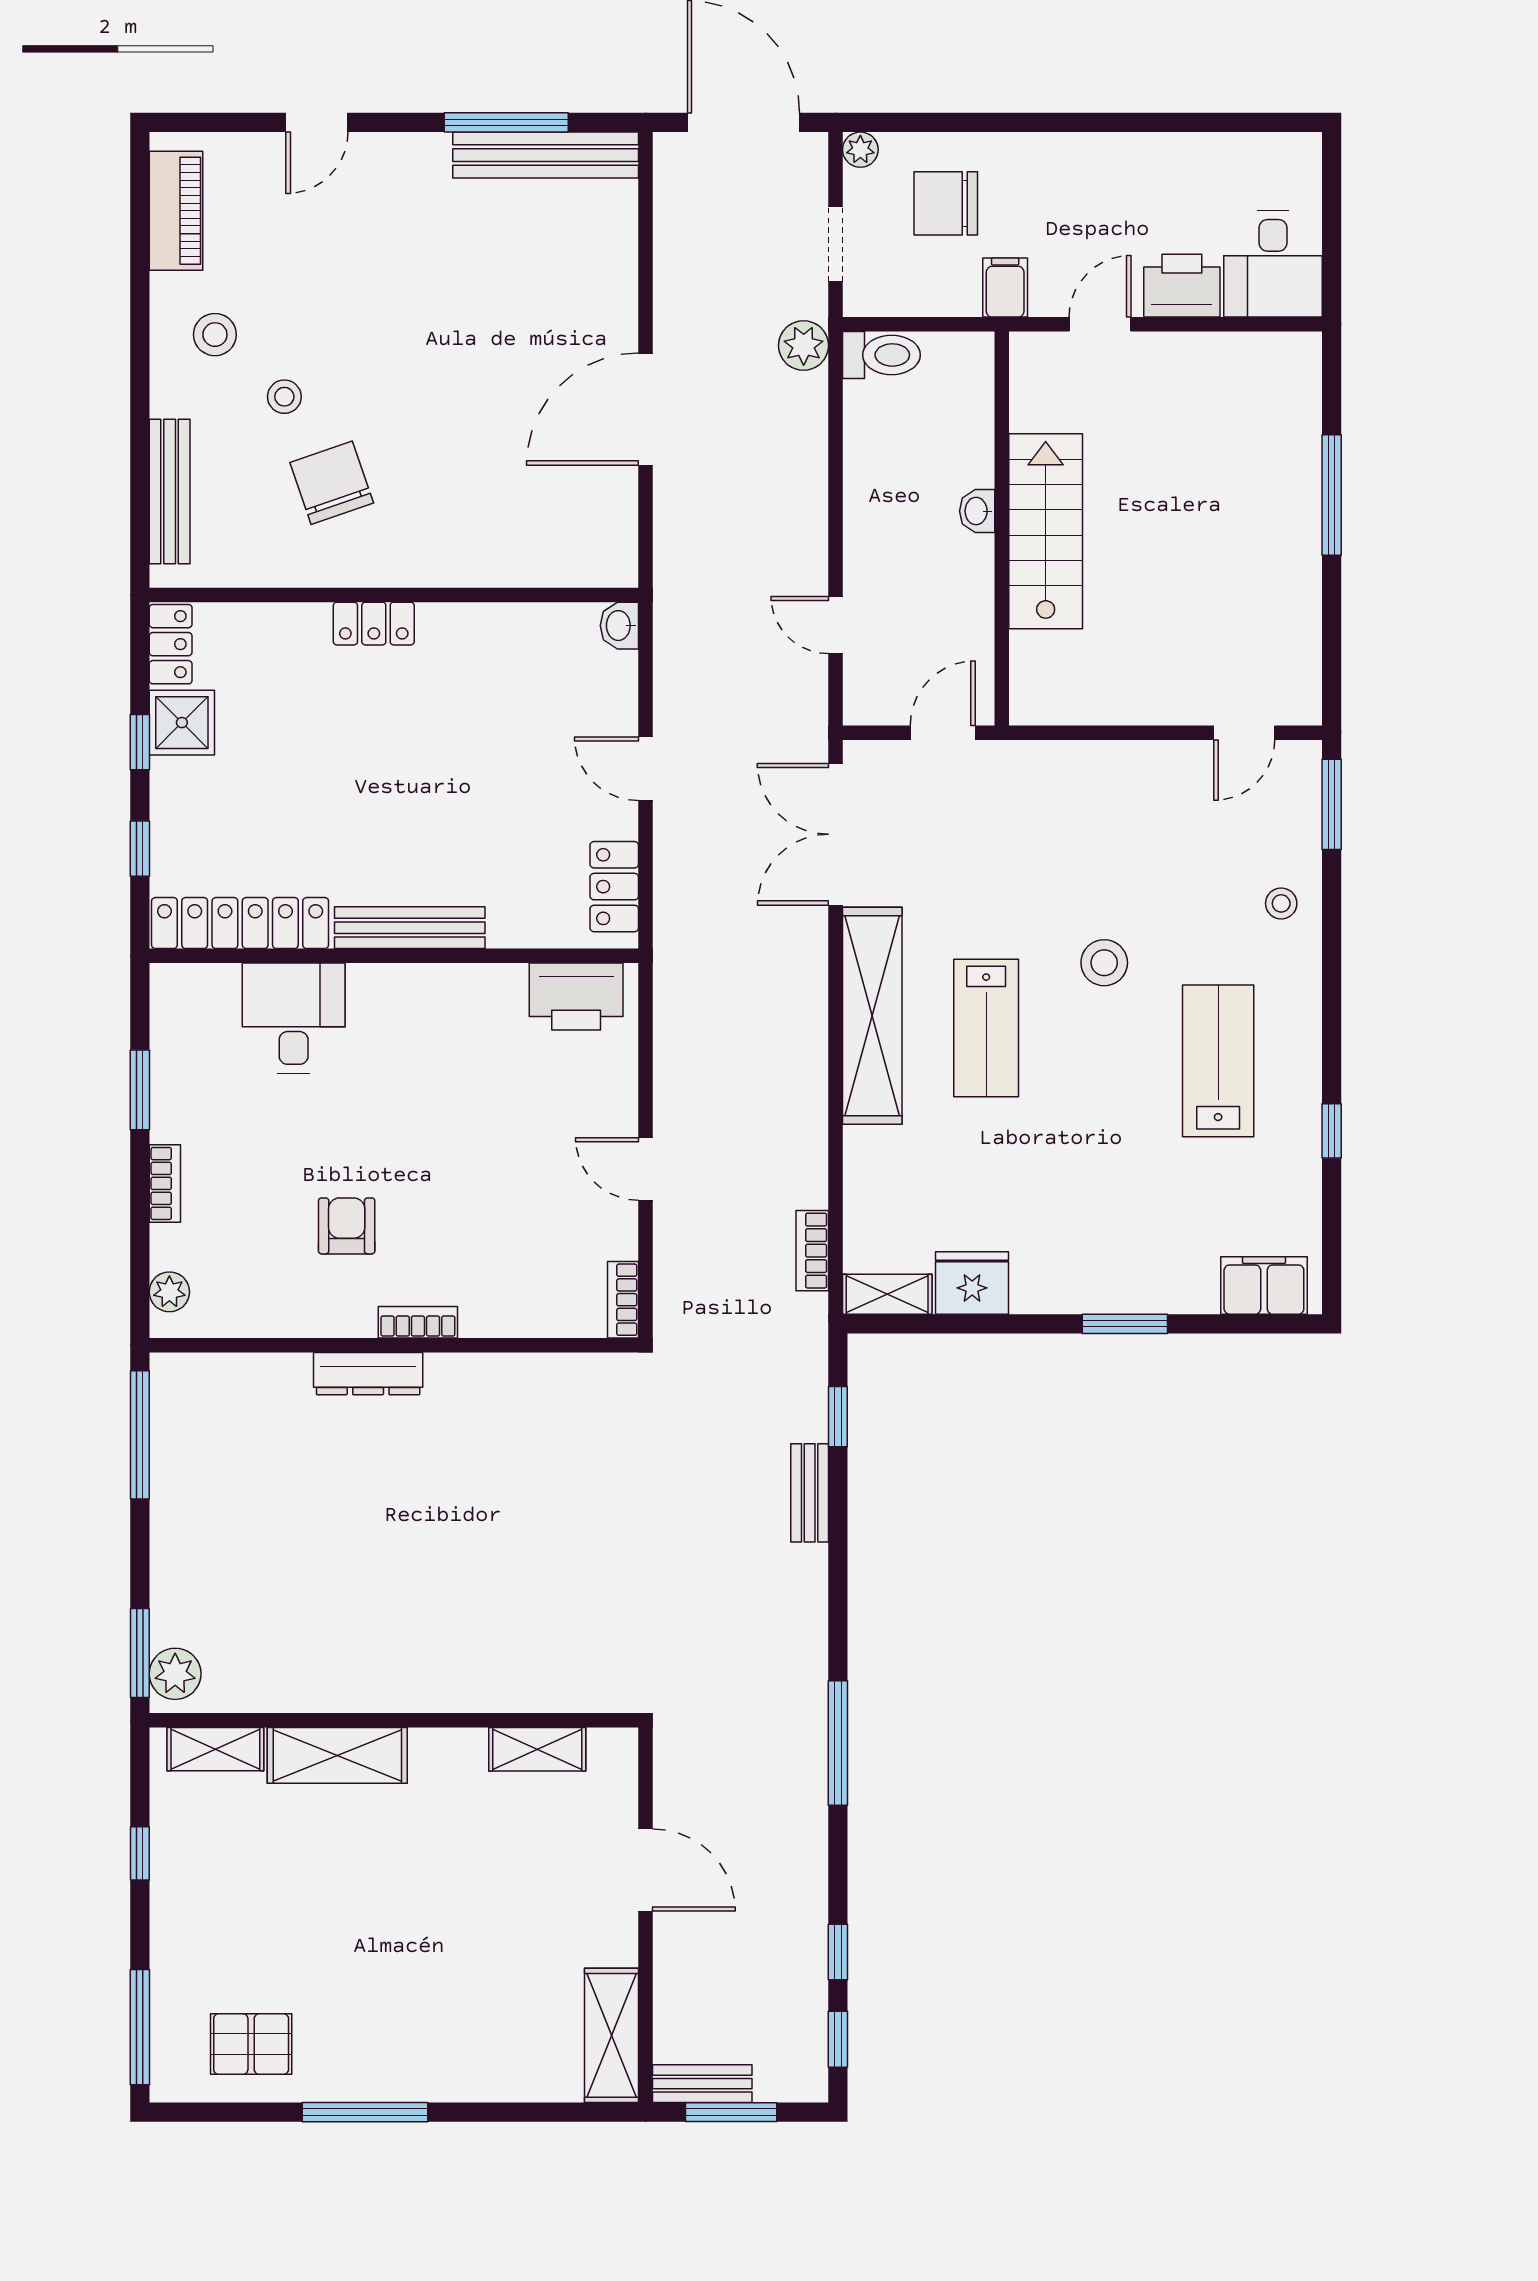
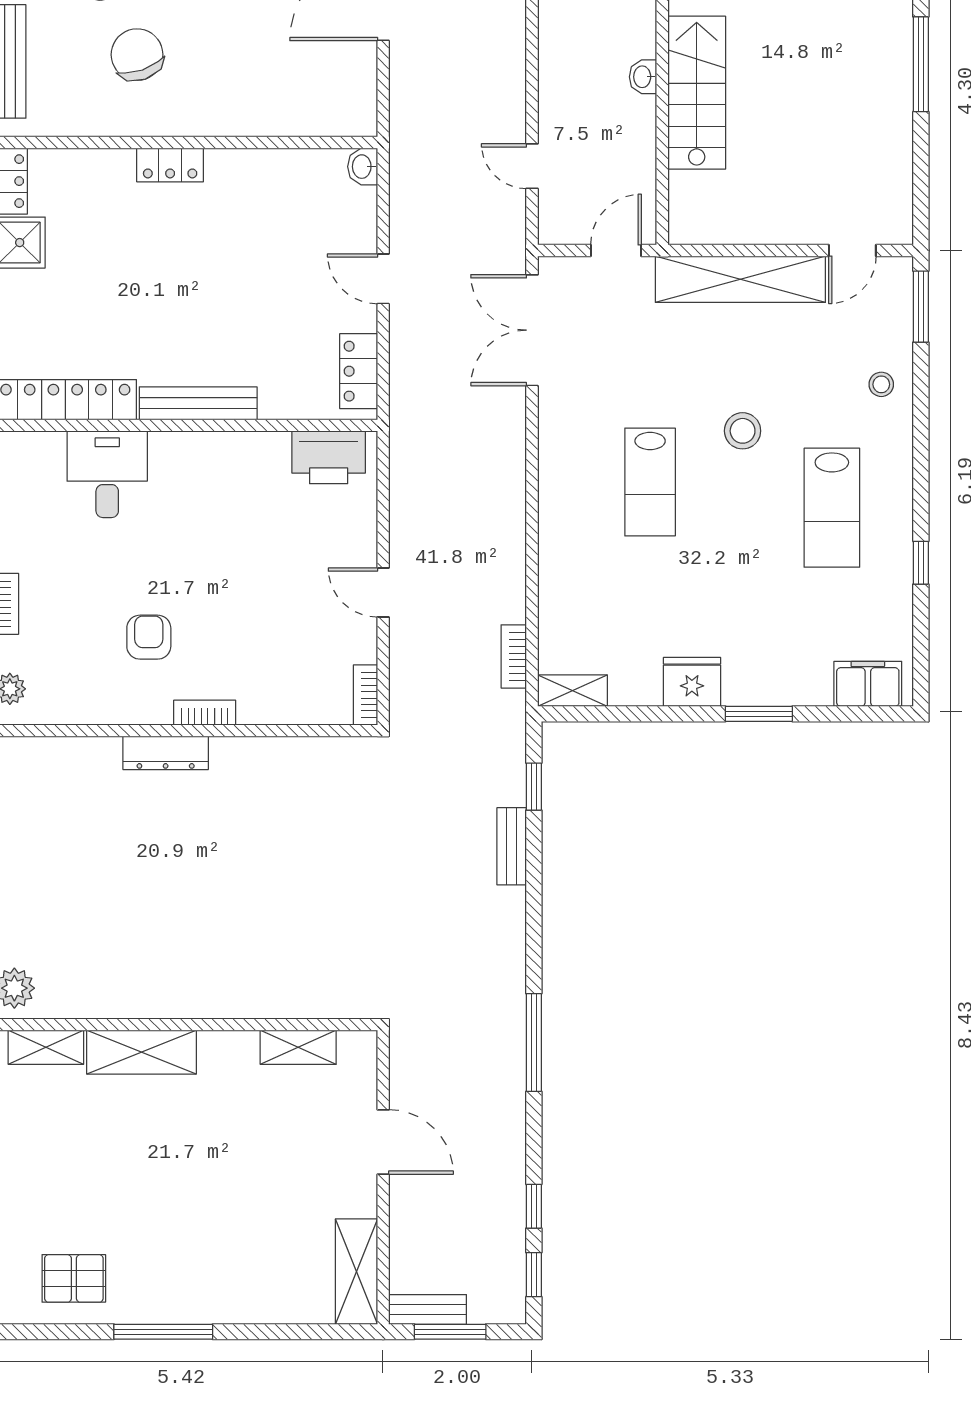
shelving: (872, 1016) -> (740, 279), moved, turned 90
lab bench: (1218, 1061) -> (832, 508), turned 180
fridge: (972, 1283) -> (692, 682), moved

